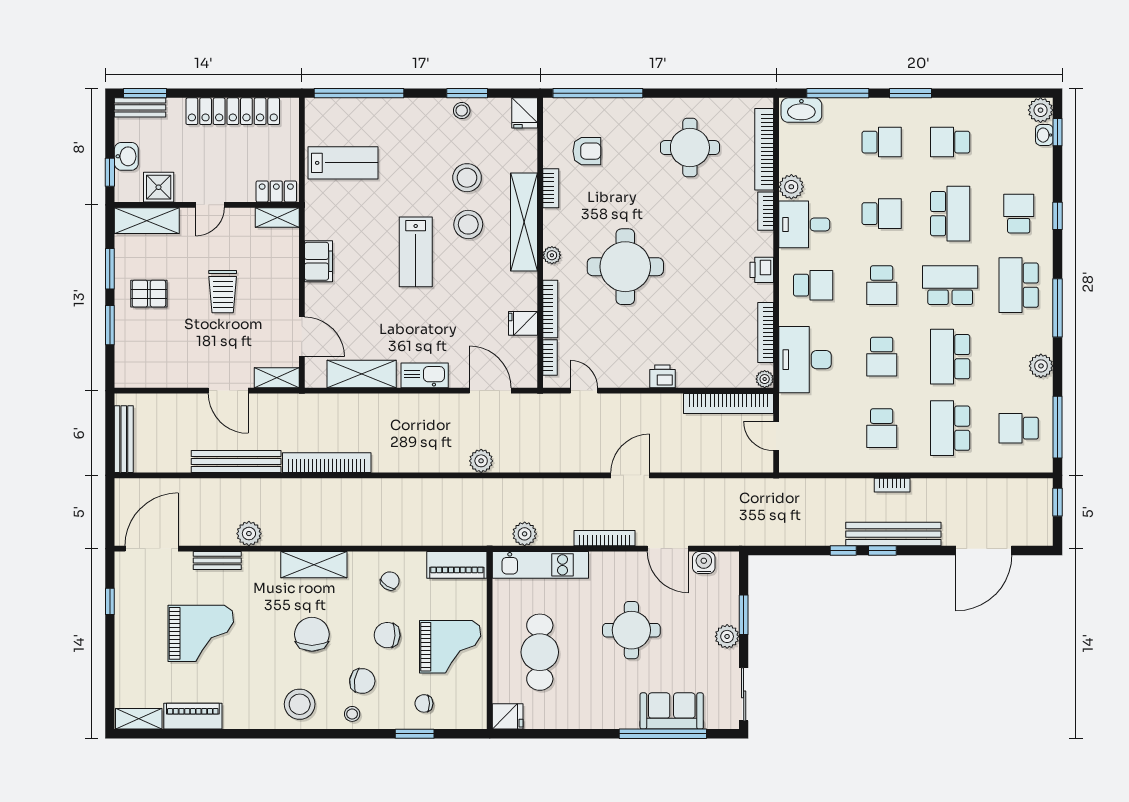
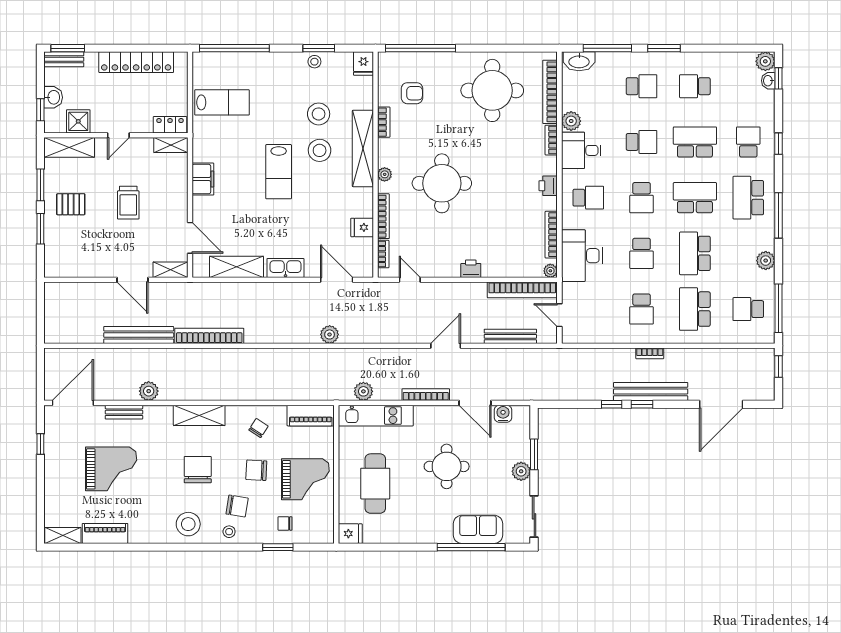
round table: (690, 148) -> (492, 90), width x1.36, depth x1.36
school desk: (950, 214) -> (695, 142), turned -90
bench: (124, 439) -> (510, 336), moved, turned 90

